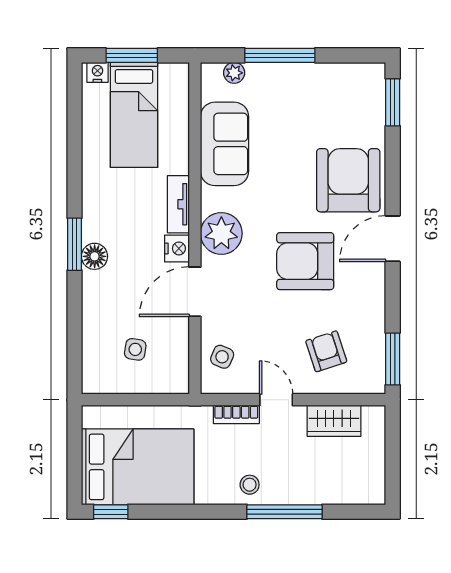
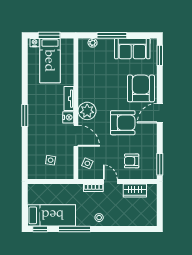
sofa: (225, 144) -> (132, 49), moved, turned 90
floor lamp: (95, 256) -> (33, 121), removed
armchair: (305, 261) -> (123, 123), turned 180
door: (195, 292) -> (76, 136), swing flipped
armchair: (326, 351) -> (132, 161), turned -72
bed: (138, 467) -> (52, 215), width x0.67
window: (285, 512) -> (74, 229), moved

